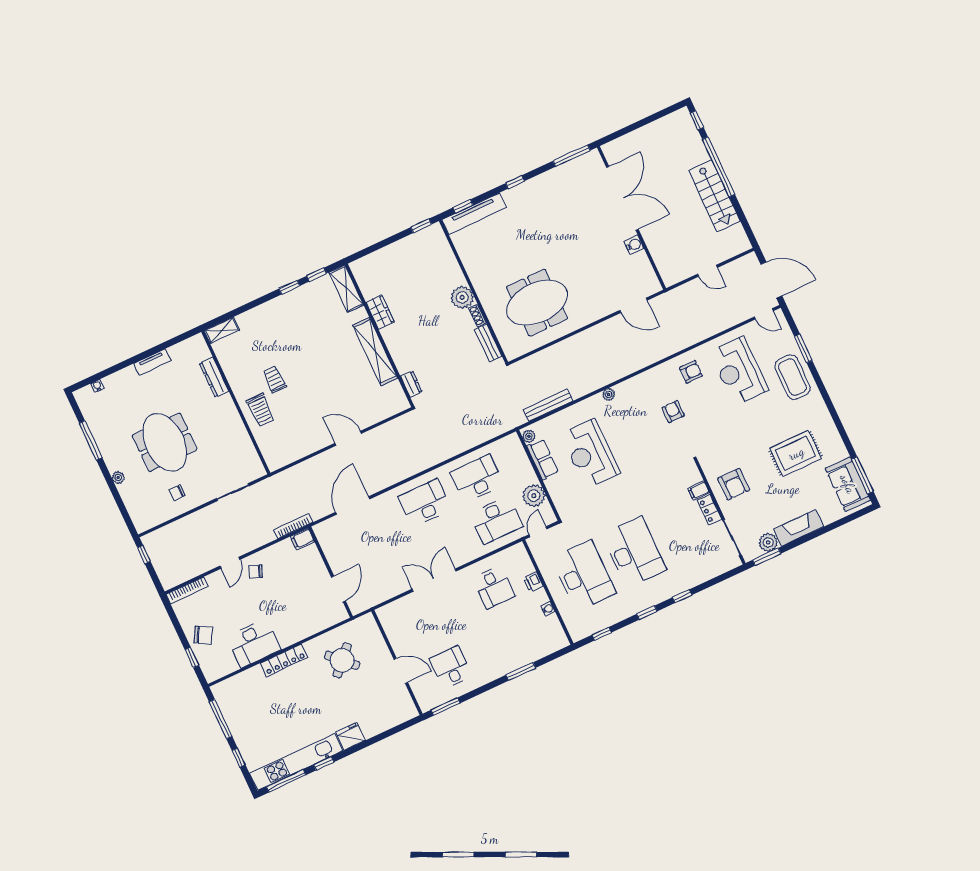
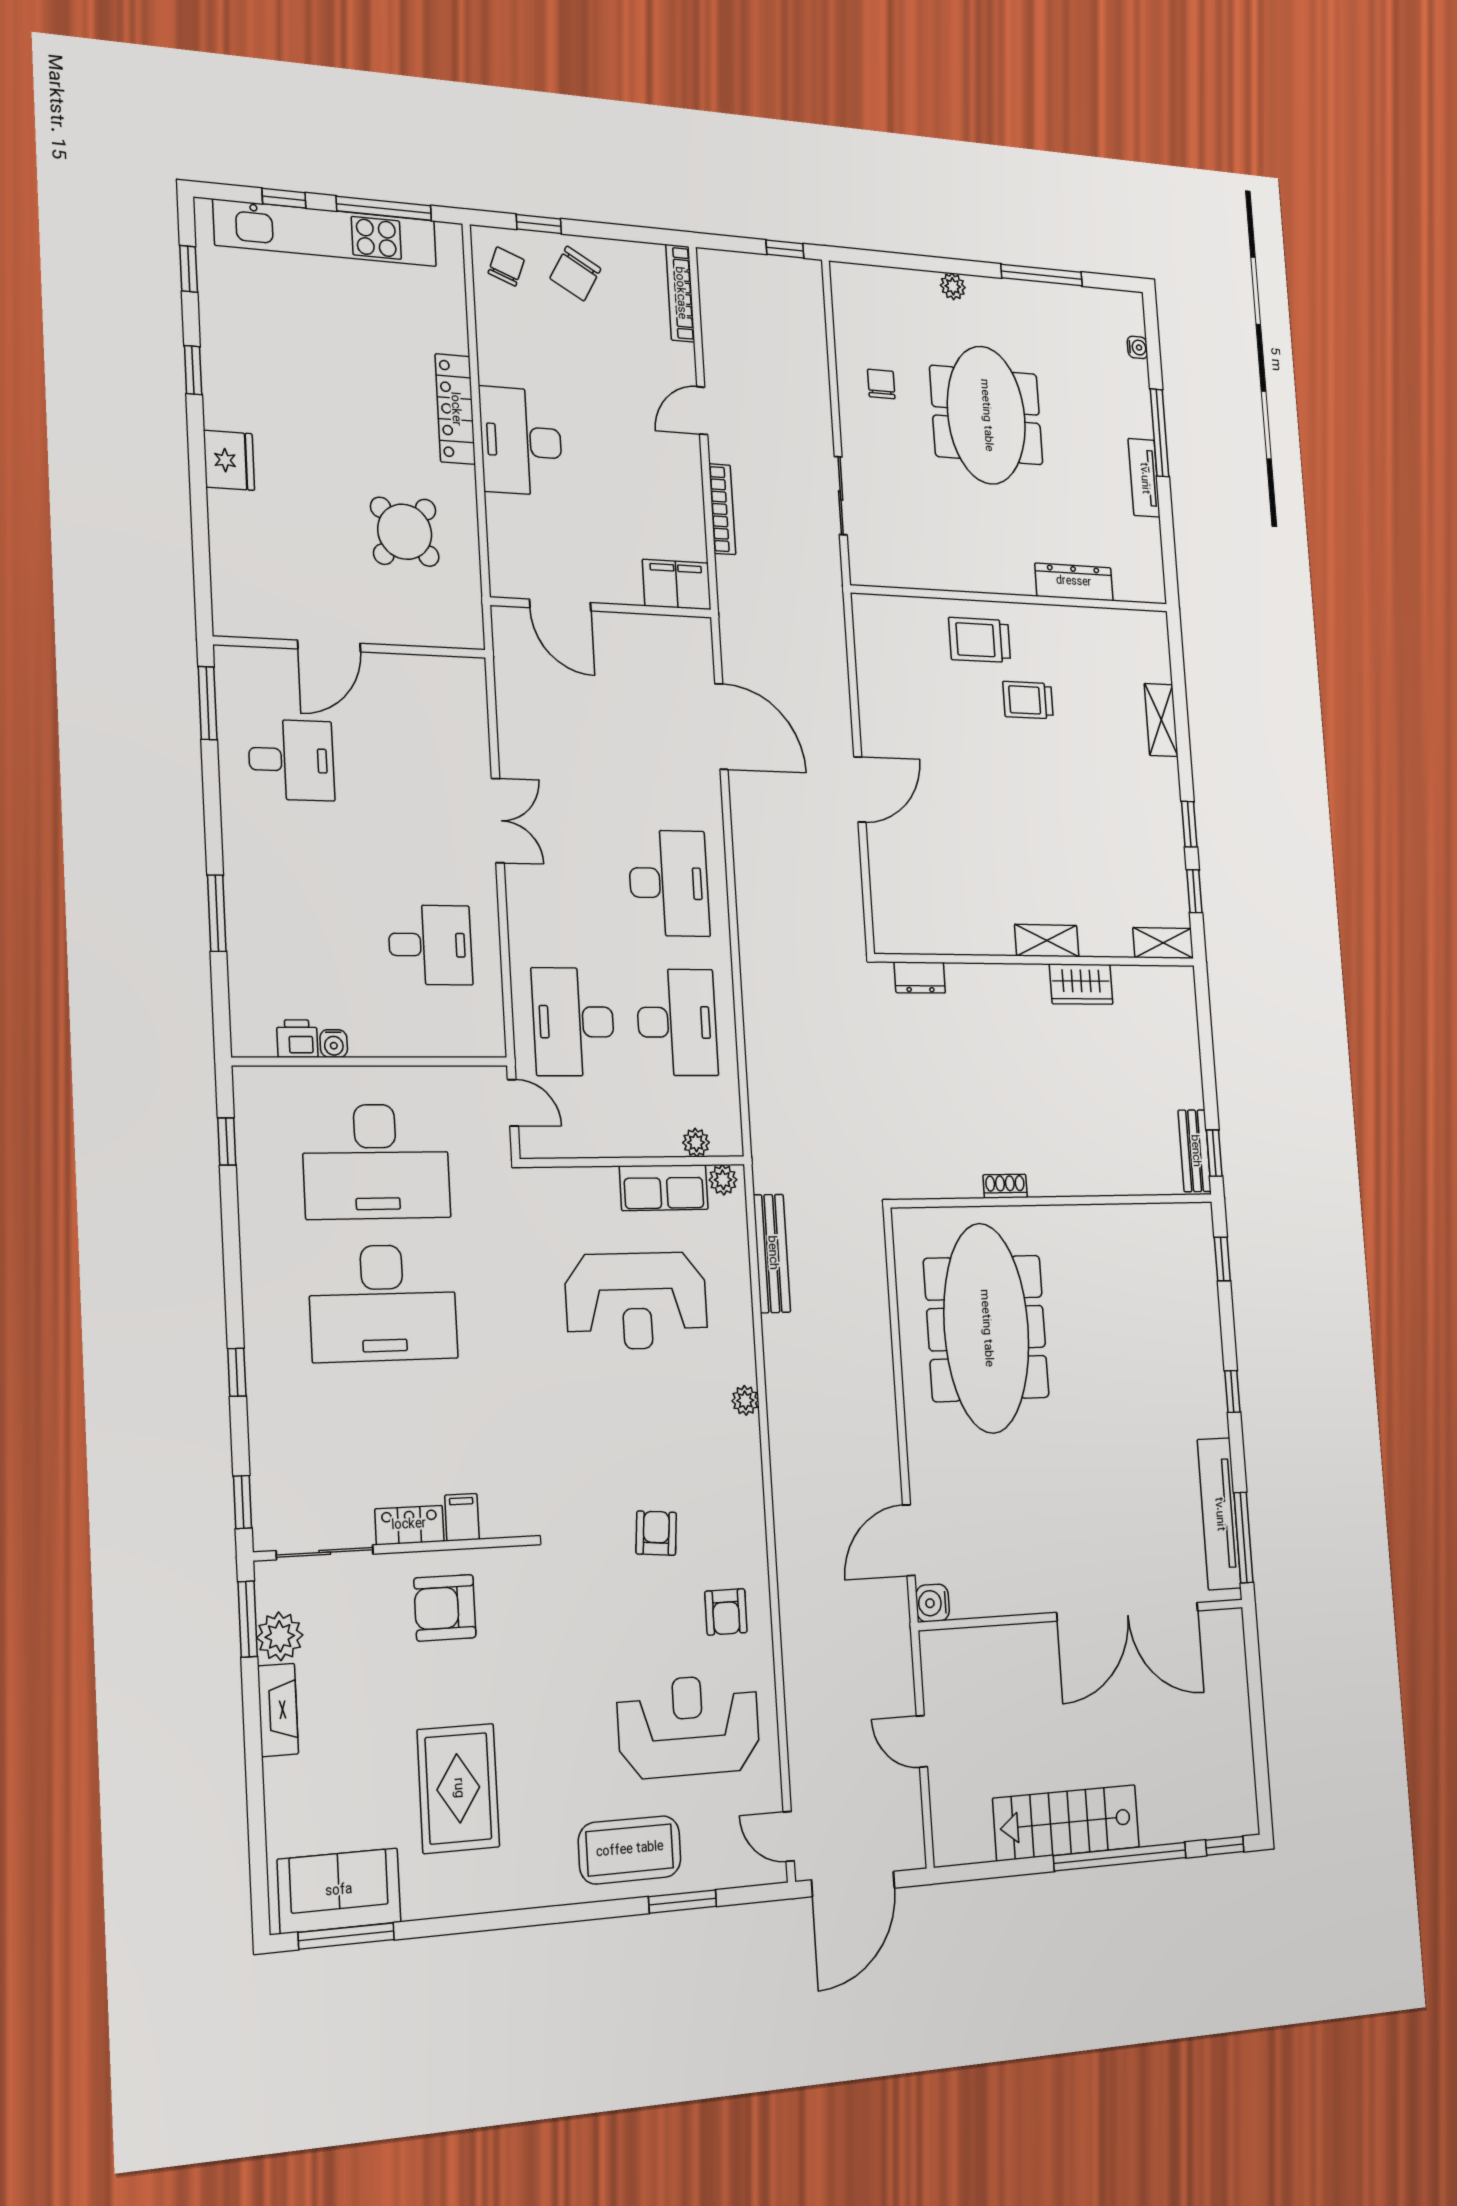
tv unit: (474, 214) -> (1219, 1514), moved
water cooler: (634, 245) -> (933, 1603), moved, turned 90
door: (707, 271) -> (922, 1741), hinge flipped
shelving: (346, 289) -> (1163, 943), width x0.67, depth x0.75
plant: (462, 297) -> (1051, 1171), removed
meeting table: (537, 303) -> (986, 1328), width x1.36
door: (764, 314) -> (789, 1836), hinge flipped
shelving: (222, 330) -> (1161, 720), moved
bench: (488, 343) -> (1195, 1151), moved, turned 90
shelving: (375, 352) -> (1047, 941), width x0.45, depth x0.75
window: (129, 362) -> (1160, 433), added
trolley: (274, 379) -> (1028, 700), turned 180
armchair: (673, 412) -> (656, 1533), turned -85
meeting table: (165, 442) -> (986, 415), turned 90
reception desk: (590, 453) -> (636, 1301), turned 180
plant: (534, 496) -> (696, 1143), moved, width x0.53, depth x0.53
bookcase: (293, 526) -> (722, 509), moved
fireplace: (799, 528) -> (278, 1710), width x0.73, depth x0.76
filing cabinet: (302, 539) -> (677, 584), width x2.00
door: (230, 563) -> (702, 411), hinge flipped
chair: (255, 572) -> (506, 266), moved
double door: (434, 580) -> (498, 821), width x0.73
printer: (533, 582) -> (297, 1039), moved
desk: (494, 587) -> (430, 945), turned 180
window: (647, 613) -> (243, 1502), moved
desk: (254, 643) -> (521, 441), moved
kitchen unit: (296, 762) -> (326, 233), moved, turned 90
window: (286, 781) -> (189, 269), width x0.46

